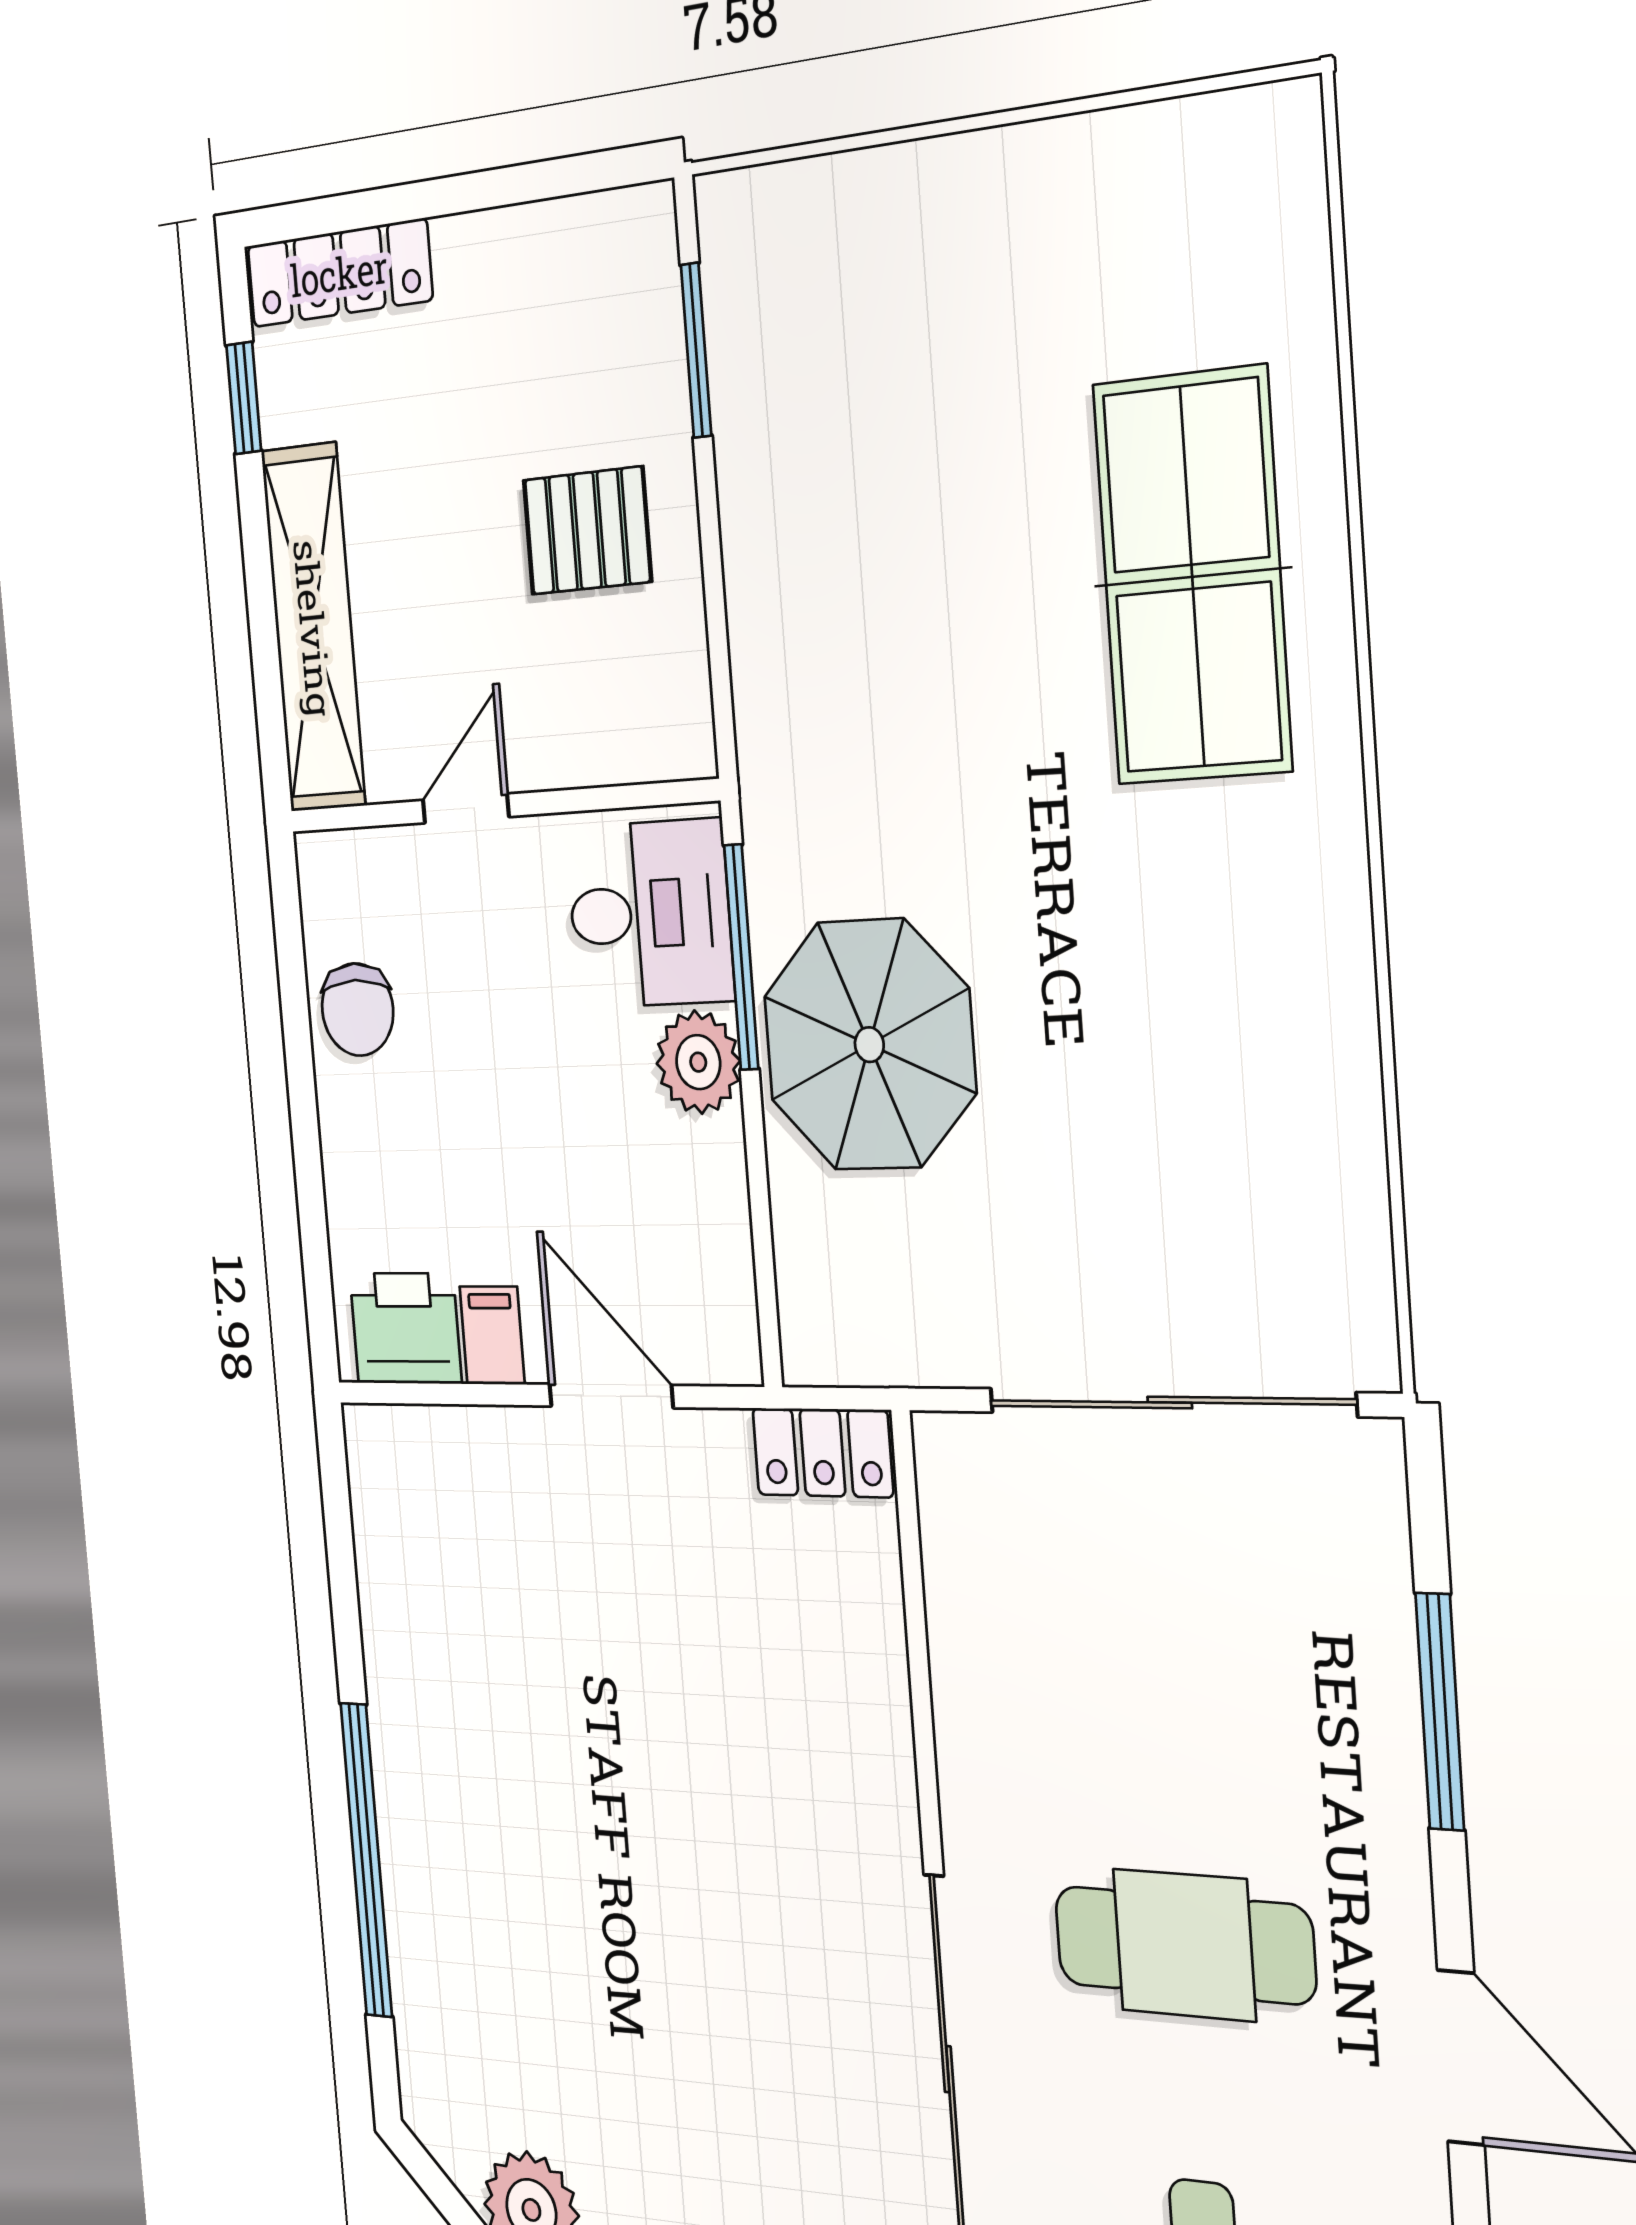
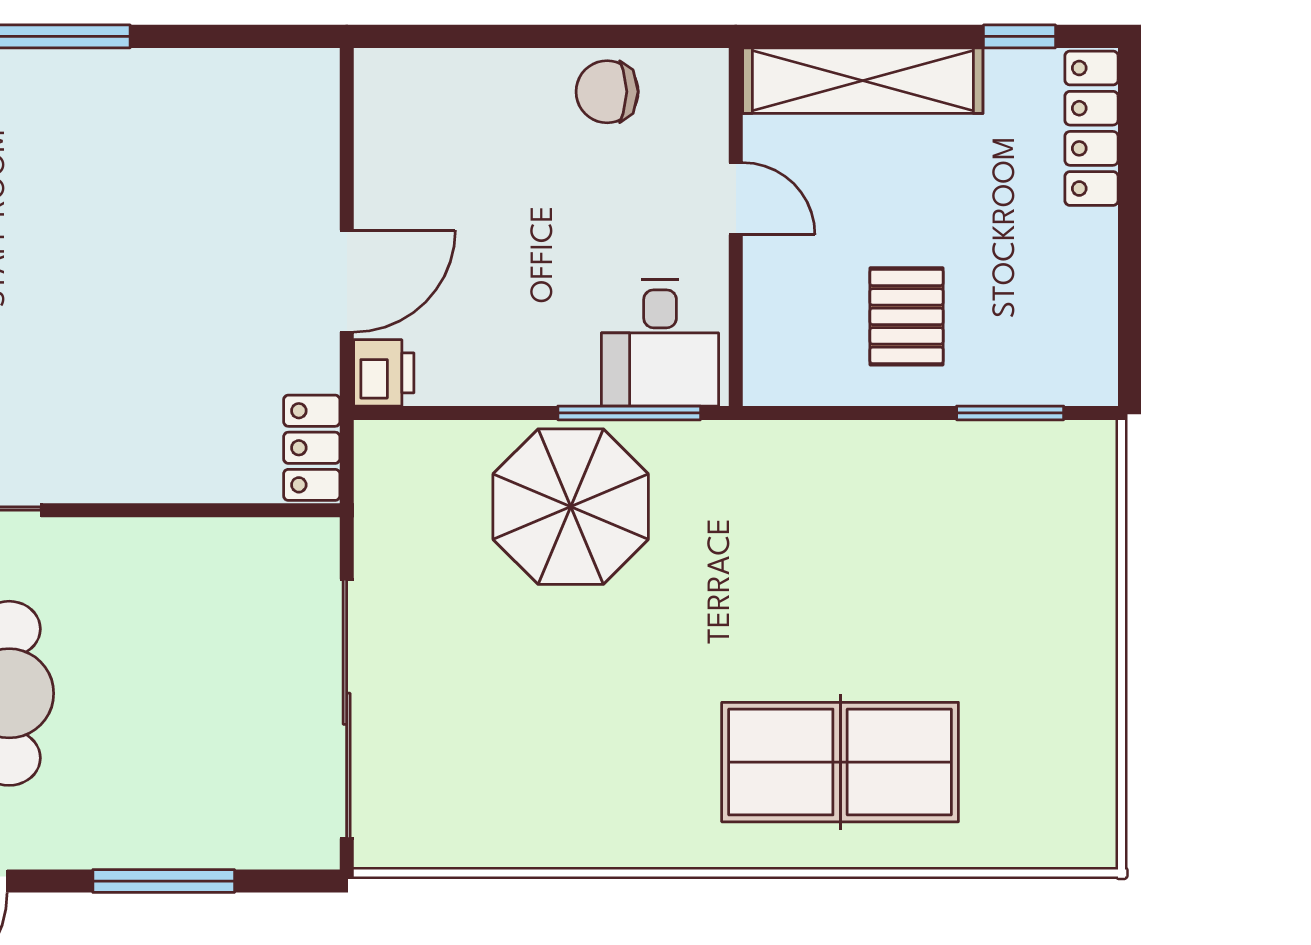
plant: (698, 1062) -> (564, 373), removed
printer: (405, 1328) -> (384, 373), moved, width x0.73, depth x0.81
filing cabinet: (492, 1335) -> (386, 185), removed

